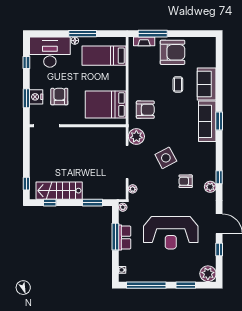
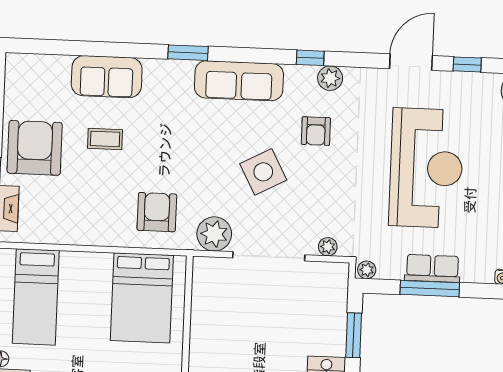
sofa: (207, 121) -> (239, 81), moved

